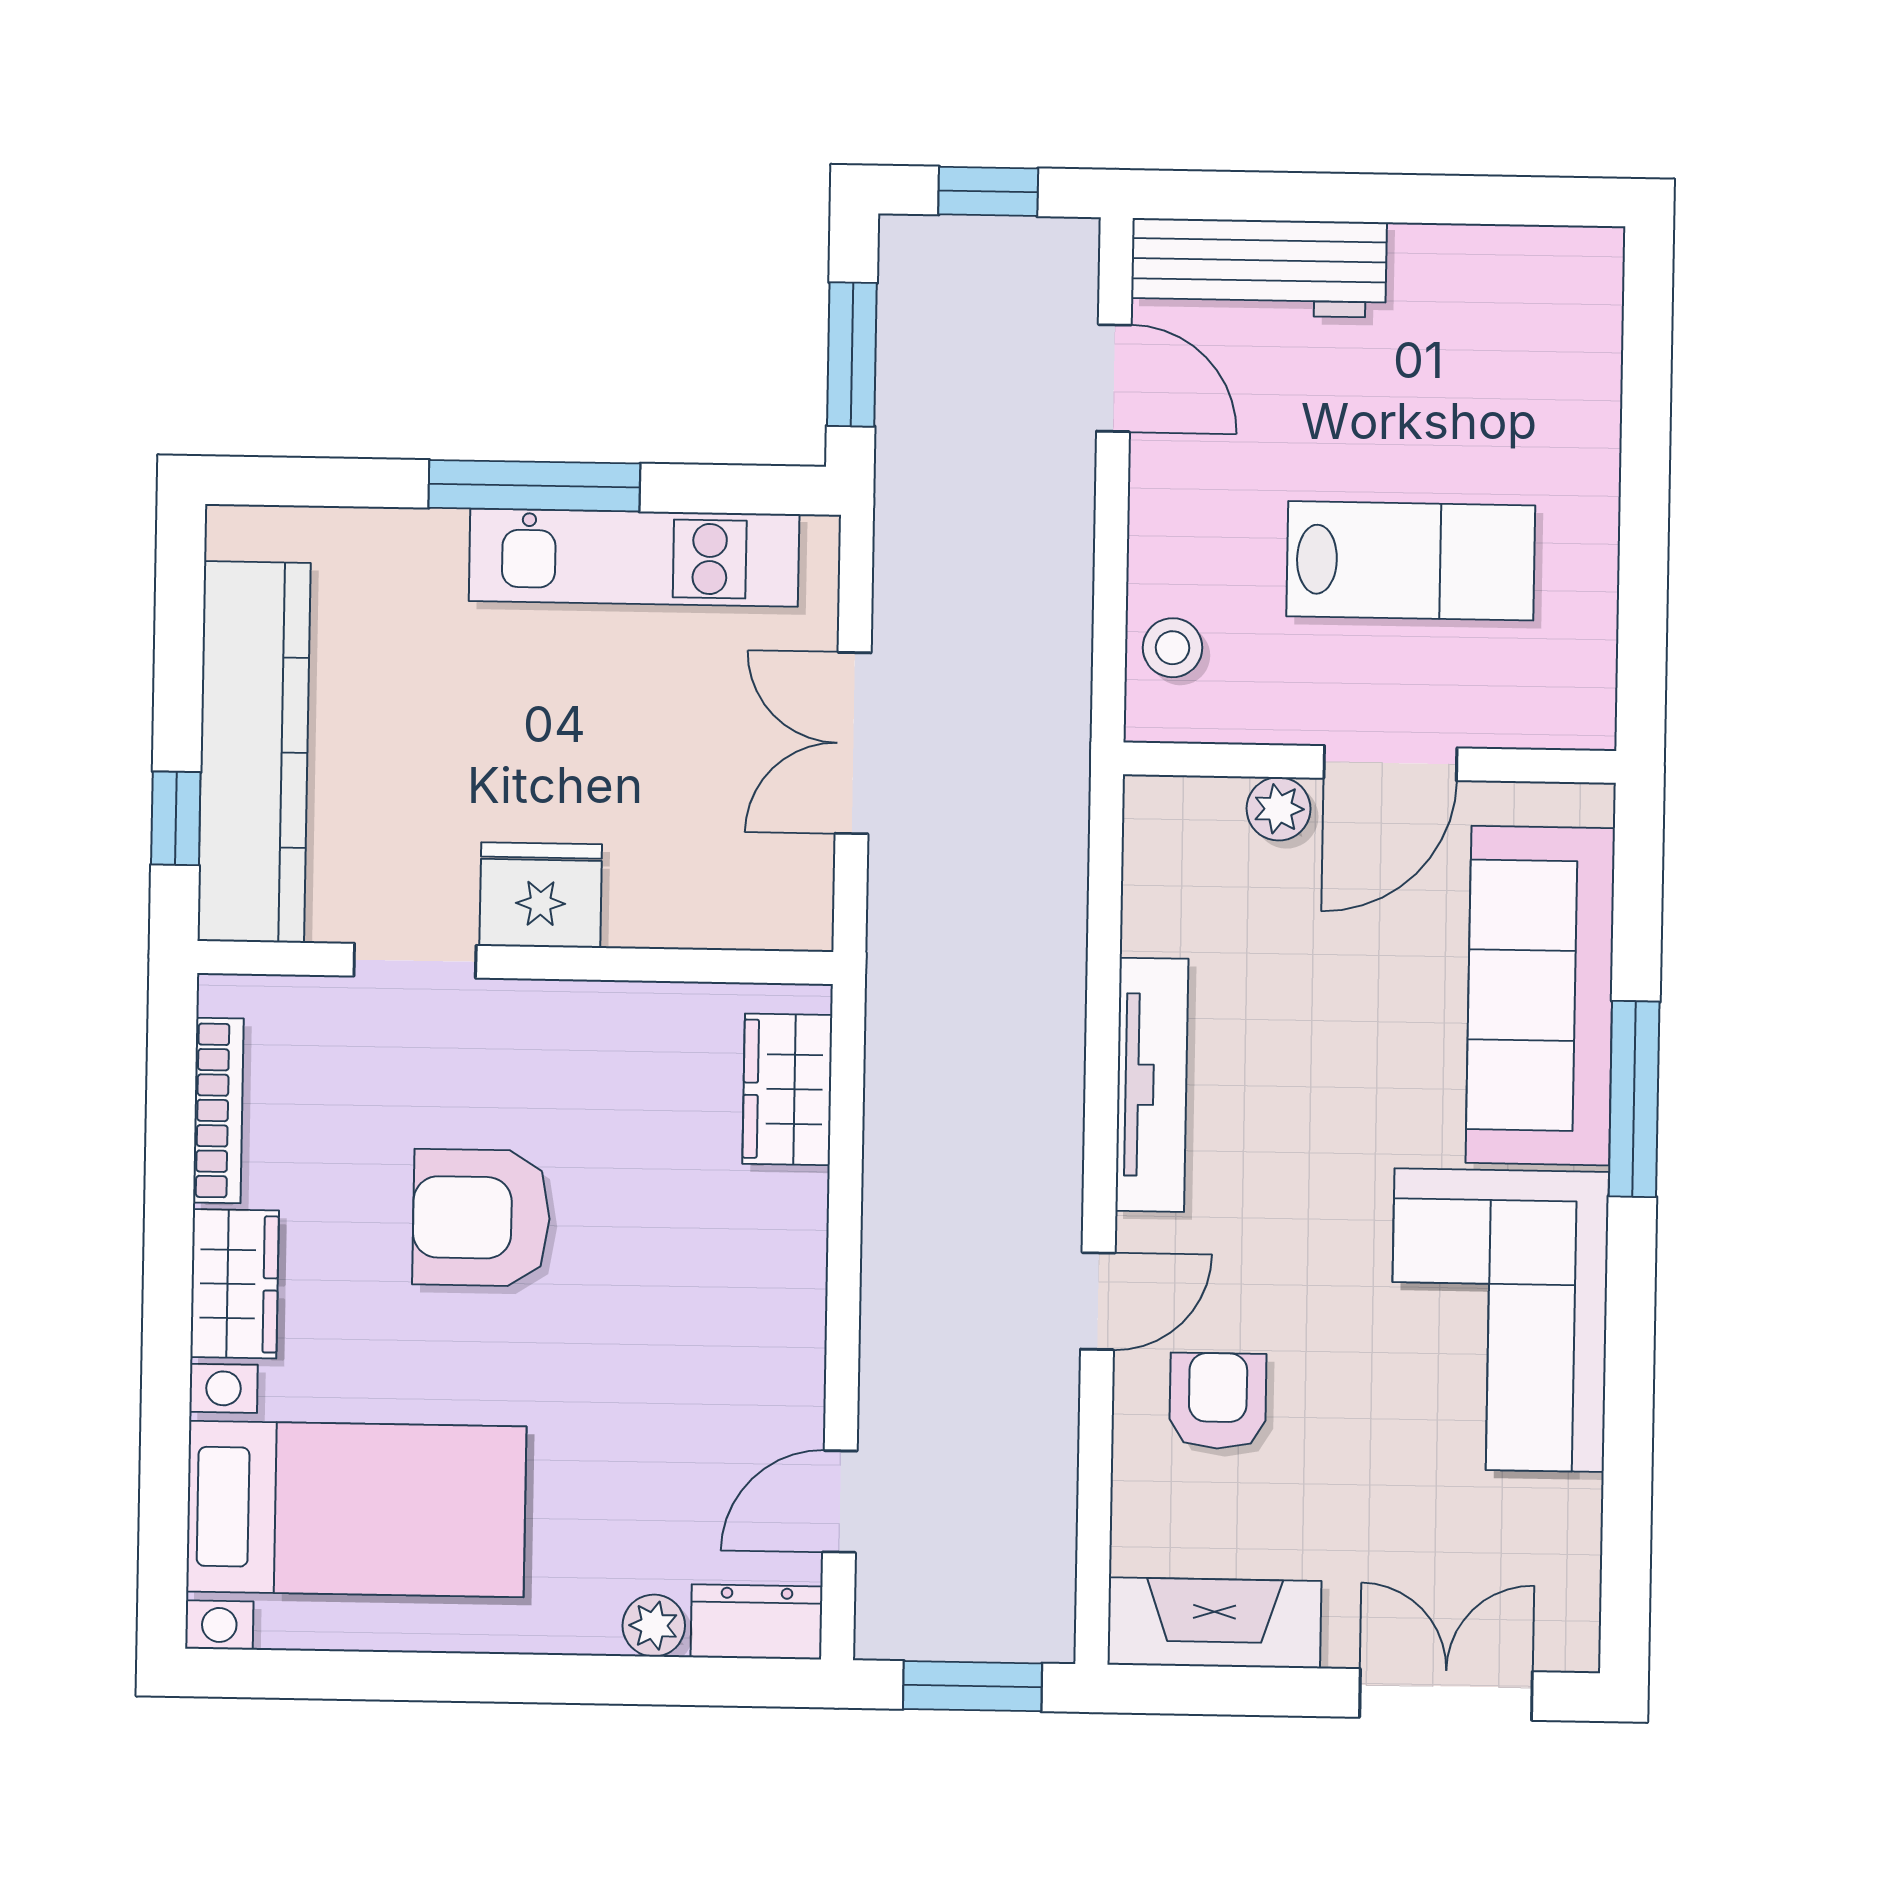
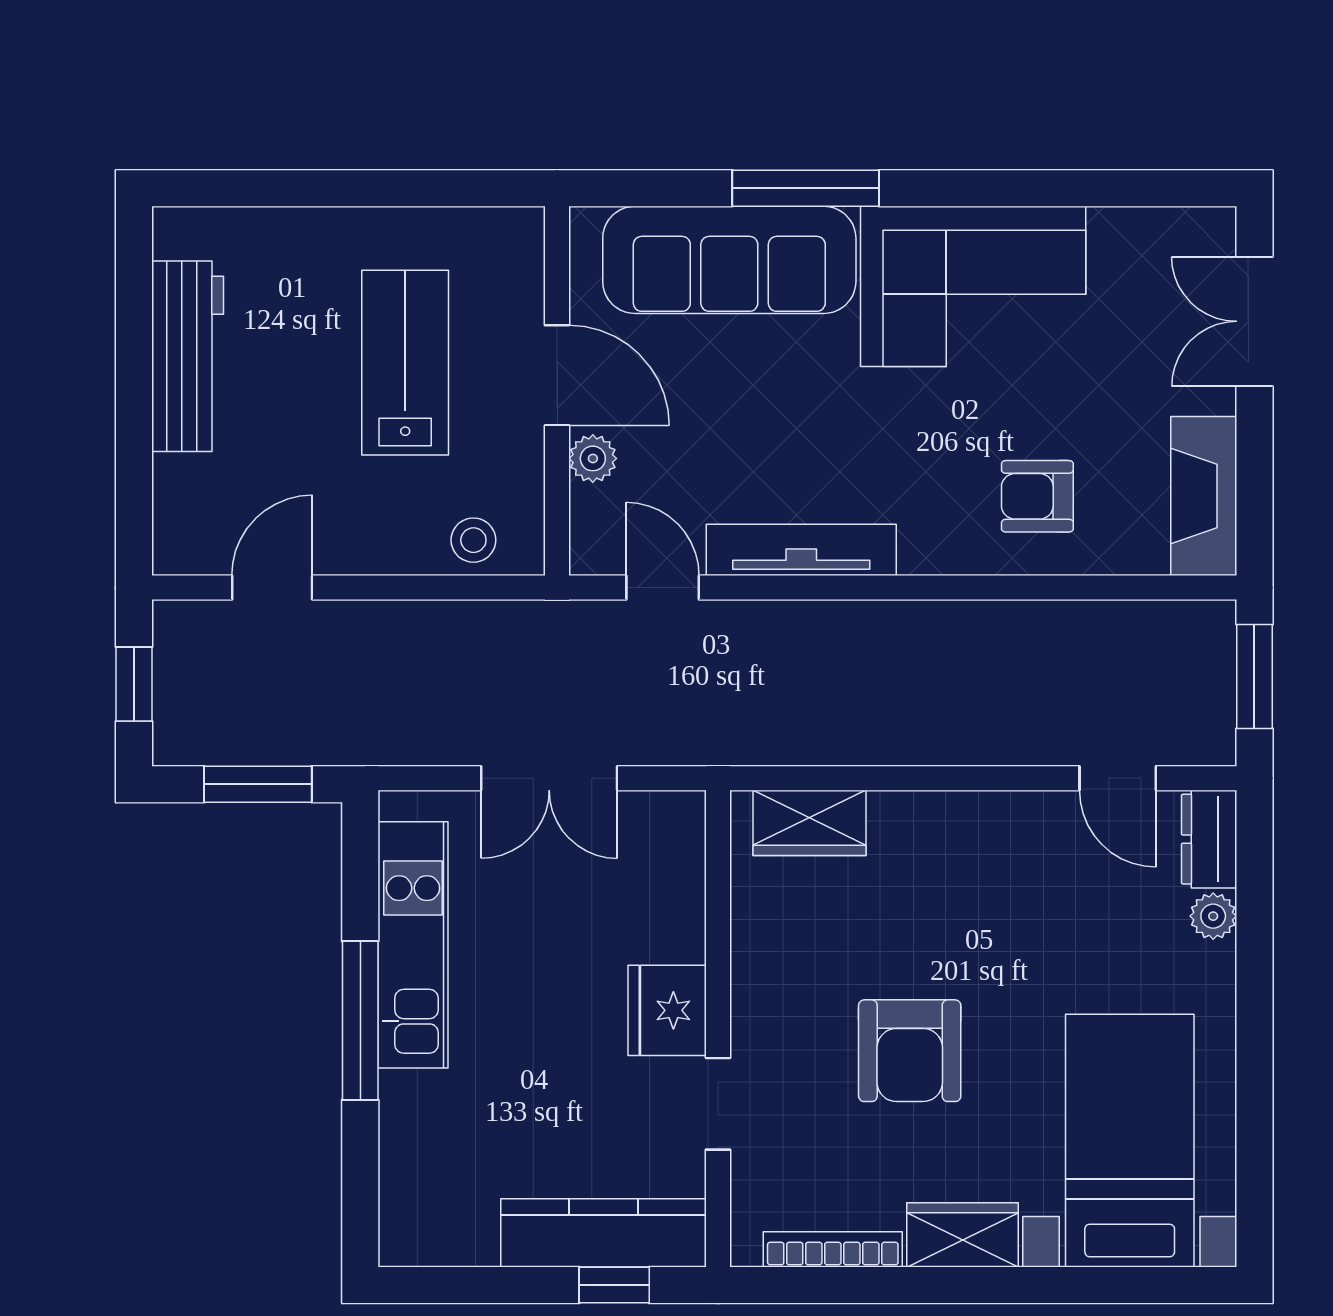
workbench: (1259, 268) -> (188, 356), moved
kitchen counter: (254, 752) -> (603, 1233), width x0.72, depth x0.86
door: (1098, 1301) -> (663, 588), moved

